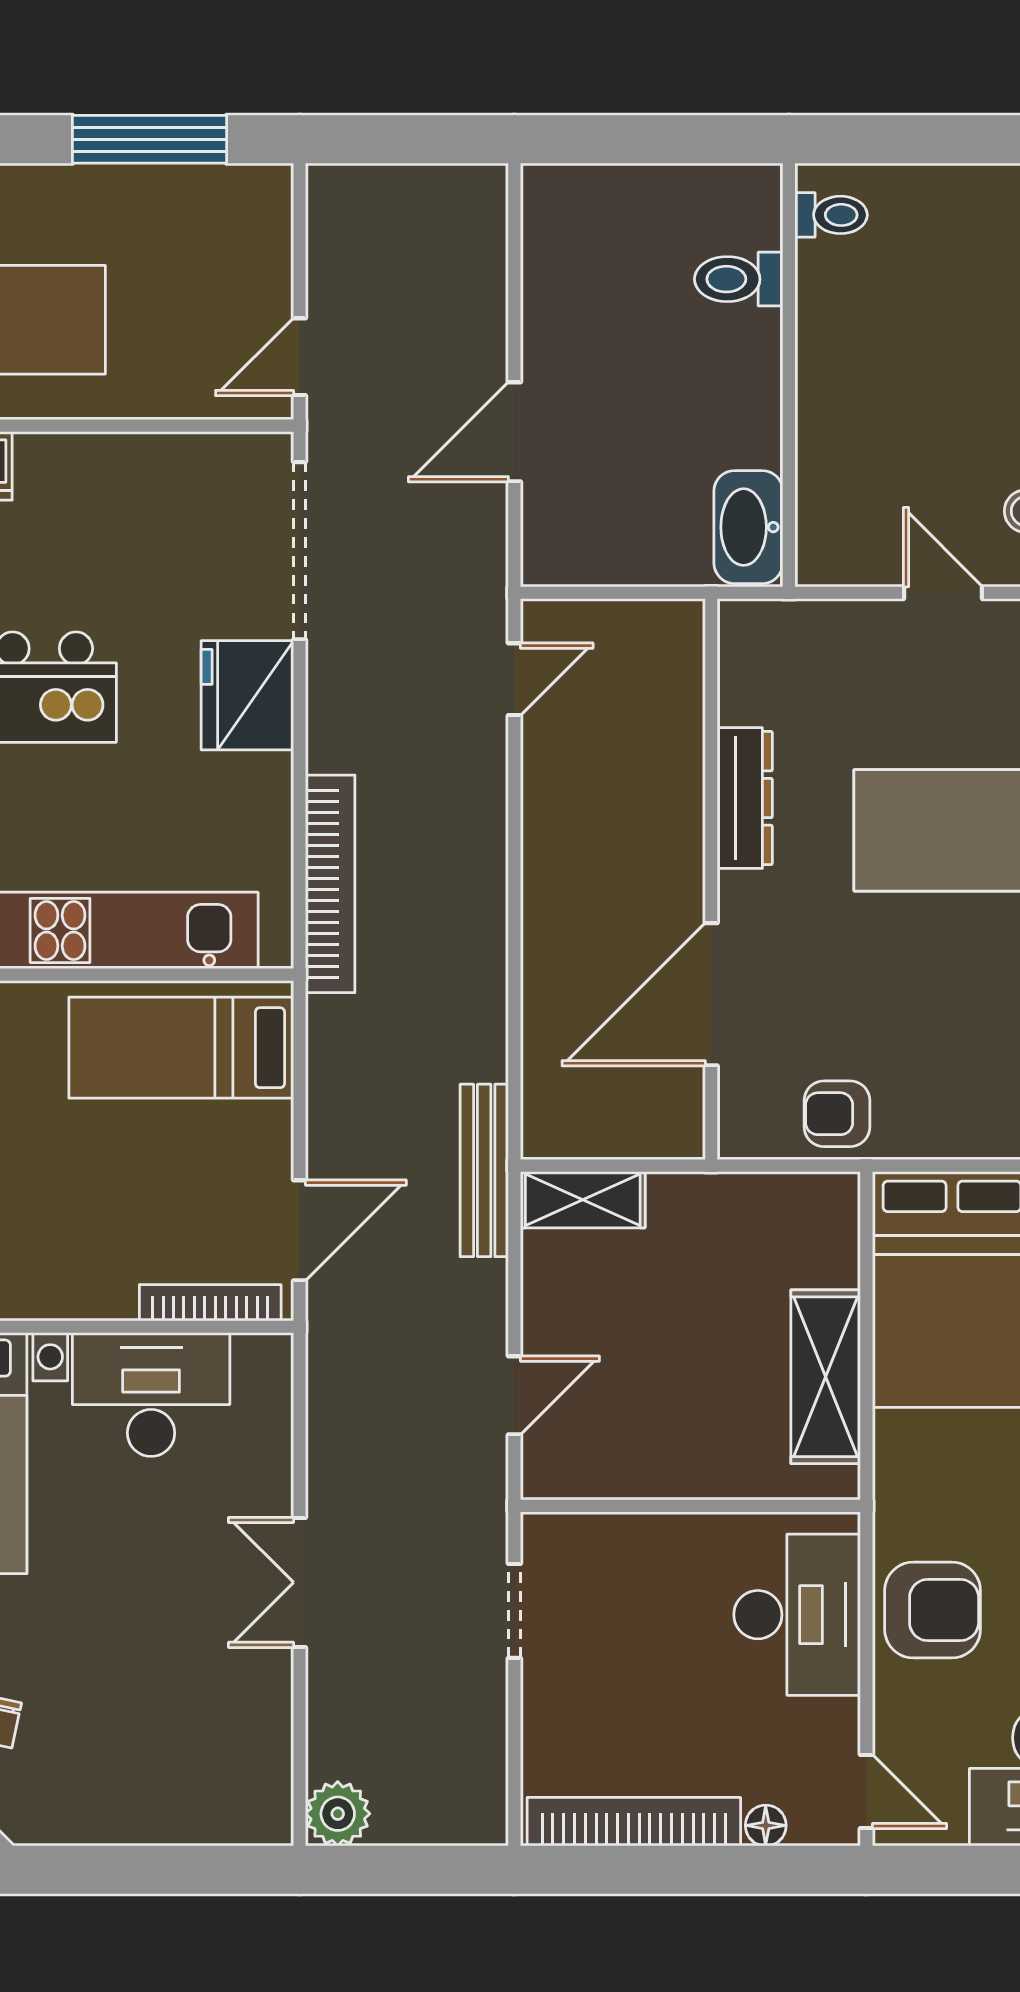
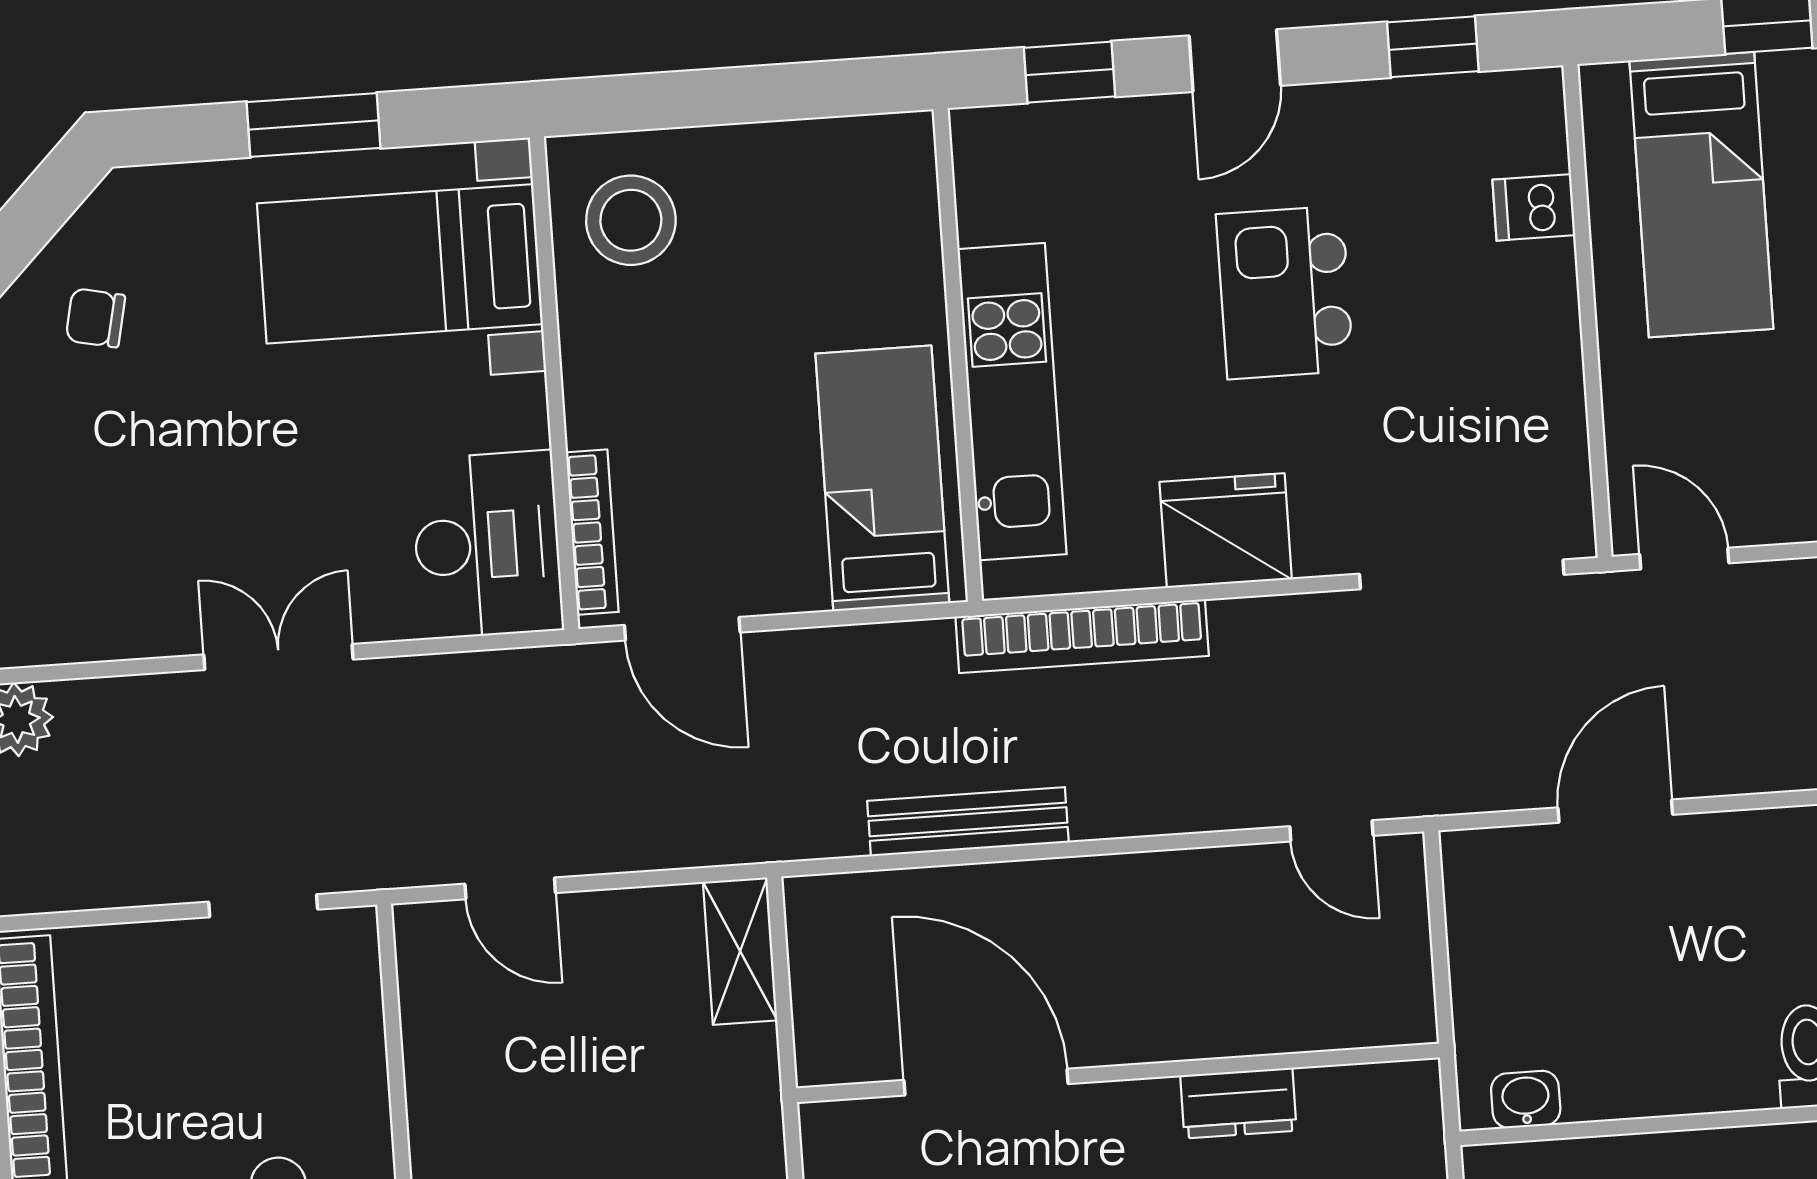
door: (514, 432) -> (1615, 811), hinge flipped
washbasin: (748, 527) -> (1526, 1099), width x0.52, depth x0.69
fridge: (247, 695) -> (1226, 531), moved
dresser: (745, 798) -> (1238, 1103), width x0.70
bench: (484, 1170) -> (968, 822), moved
desk: (151, 1395) -> (487, 545), moved

